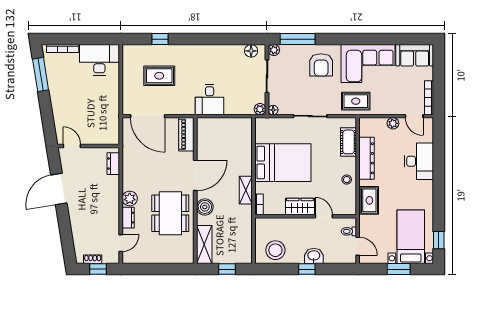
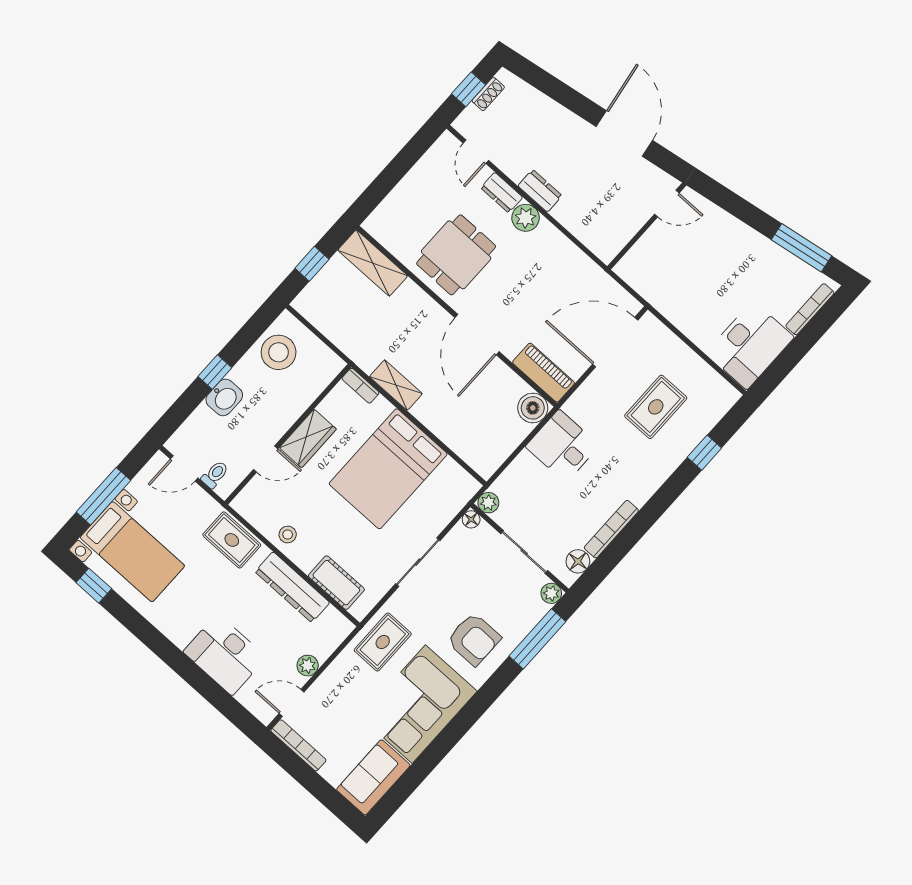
bookcase: (226, 49) -> (611, 529), added
armchair: (321, 65) -> (474, 639), turned 180
dresser: (113, 164) -> (540, 191), moved
boiler: (205, 207) -> (533, 408), moved
dining table: (170, 213) -> (456, 255), width x0.73
window: (399, 269) -> (103, 496), width x1.44

